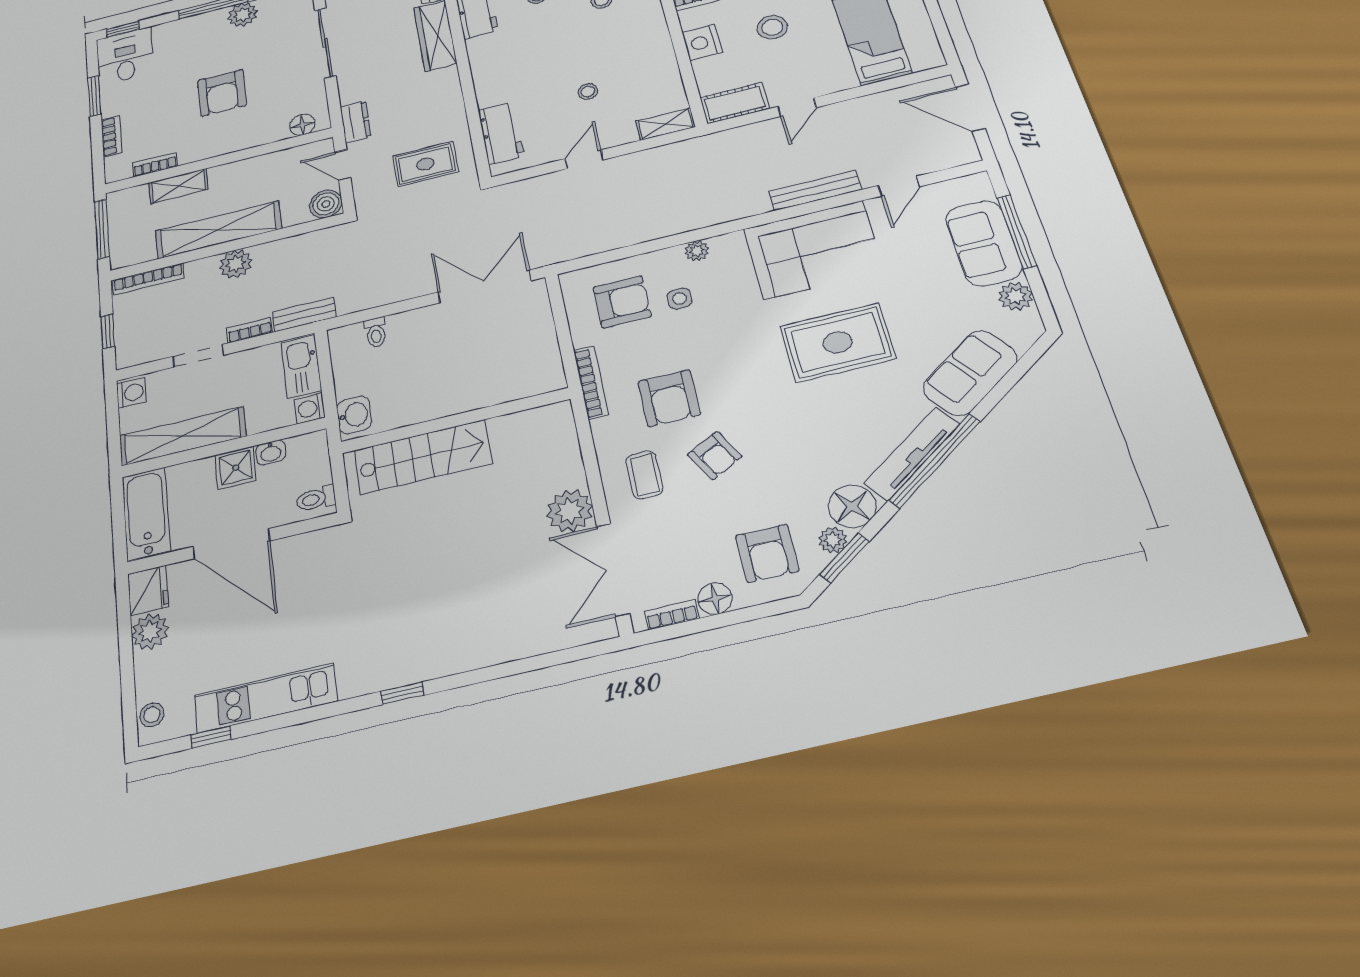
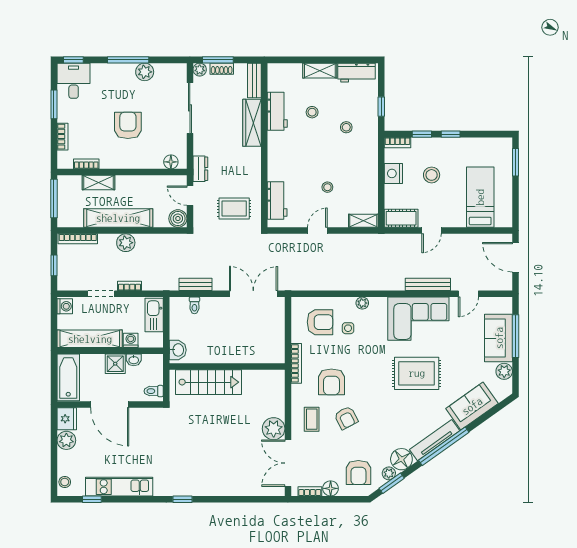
armchair: (222, 93) -> (128, 125), turned 180
bench: (304, 314) -> (196, 284), moved
washing machine: (310, 409) -> (131, 340), moved, turned 90

